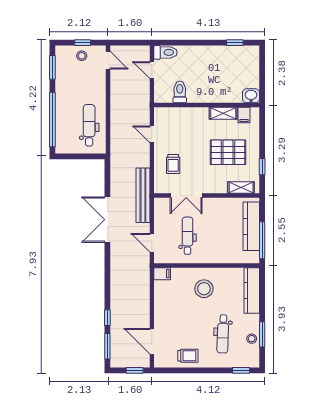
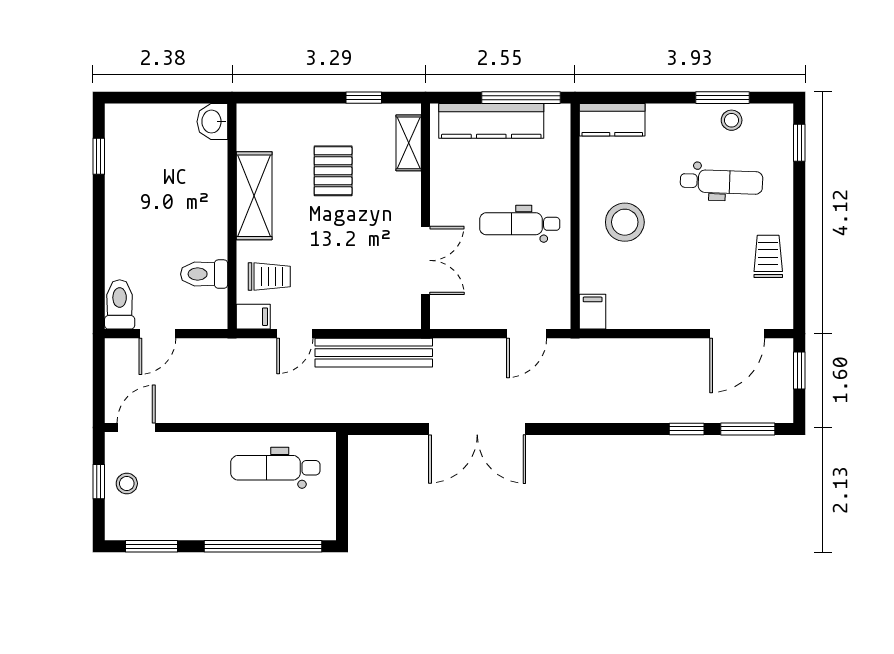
shelving: (223, 113) -> (254, 196), width x1.50, depth x1.33
filing cabinet: (244, 115) -> (253, 317), moved
pallet: (228, 152) -> (333, 171), width x0.67, depth x0.71
trolley: (173, 164) -> (269, 276), moved
bench: (143, 195) -> (374, 353), moved
dental chair: (187, 236) -> (520, 224), moved
kitchen counter: (252, 290) -> (612, 120), width x0.67

